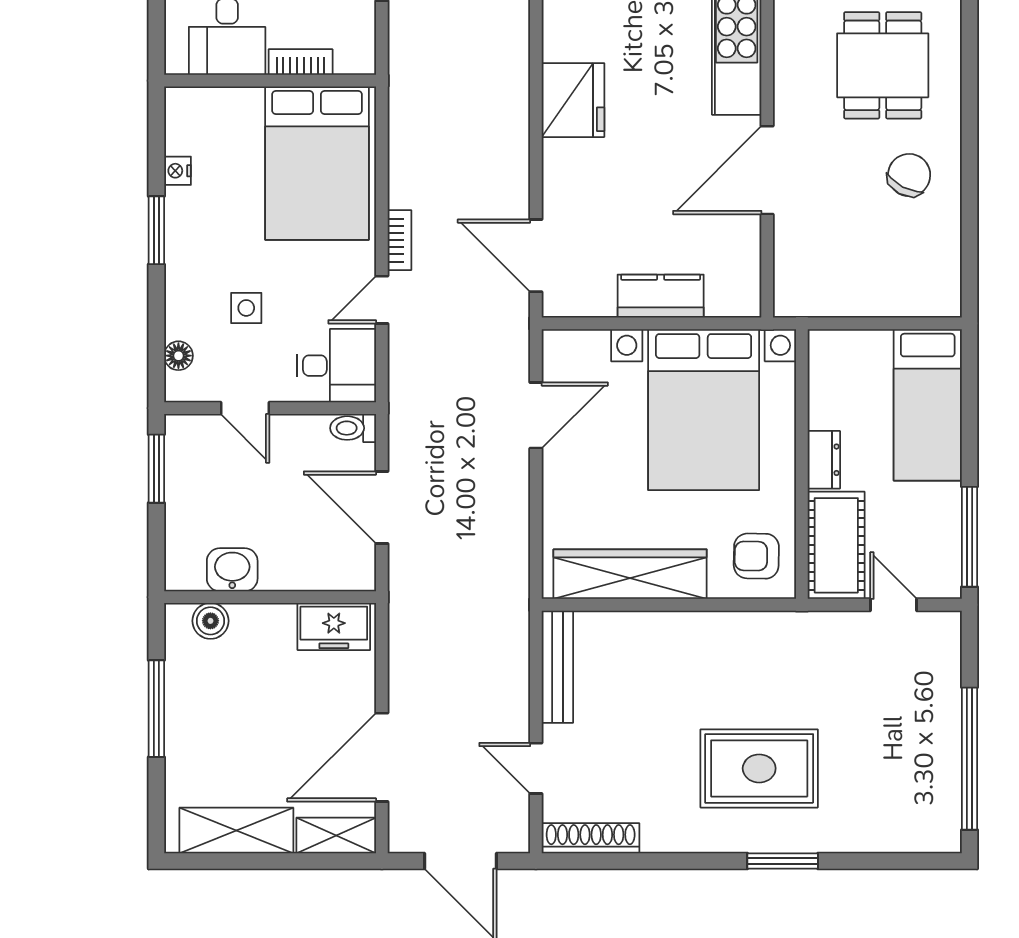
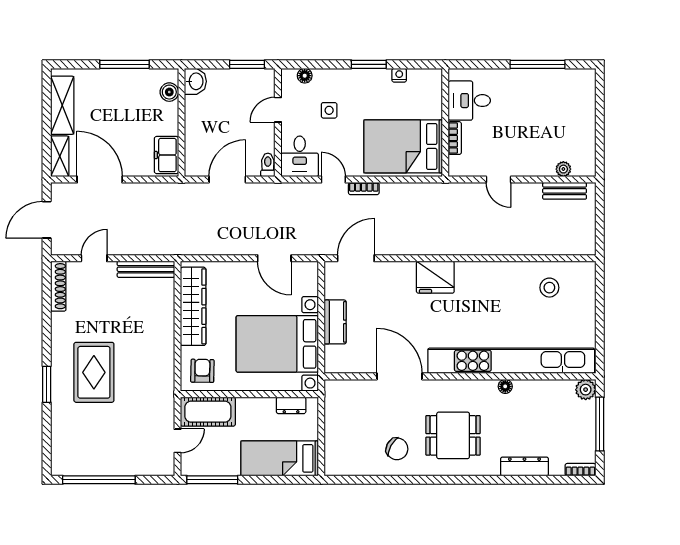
dresser: (824, 460) -> (291, 405), moved
washbasin: (232, 570) -> (195, 81), moved

